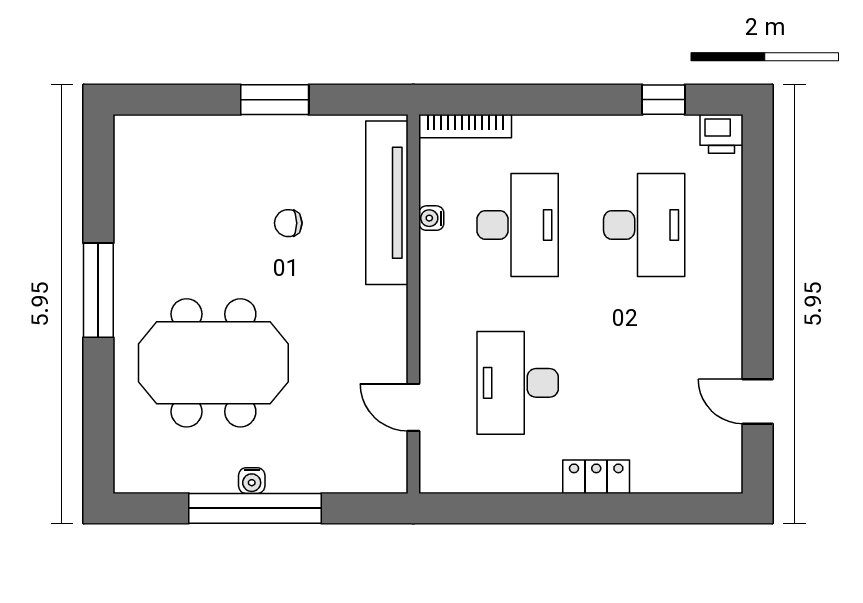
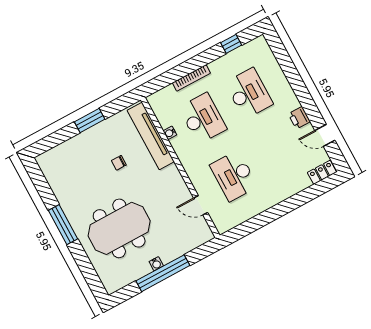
bookcase: (465, 126) -> (191, 78), moved
printer: (722, 134) -> (299, 118), moved, turned 90
locker: (596, 477) -> (322, 172), moved

